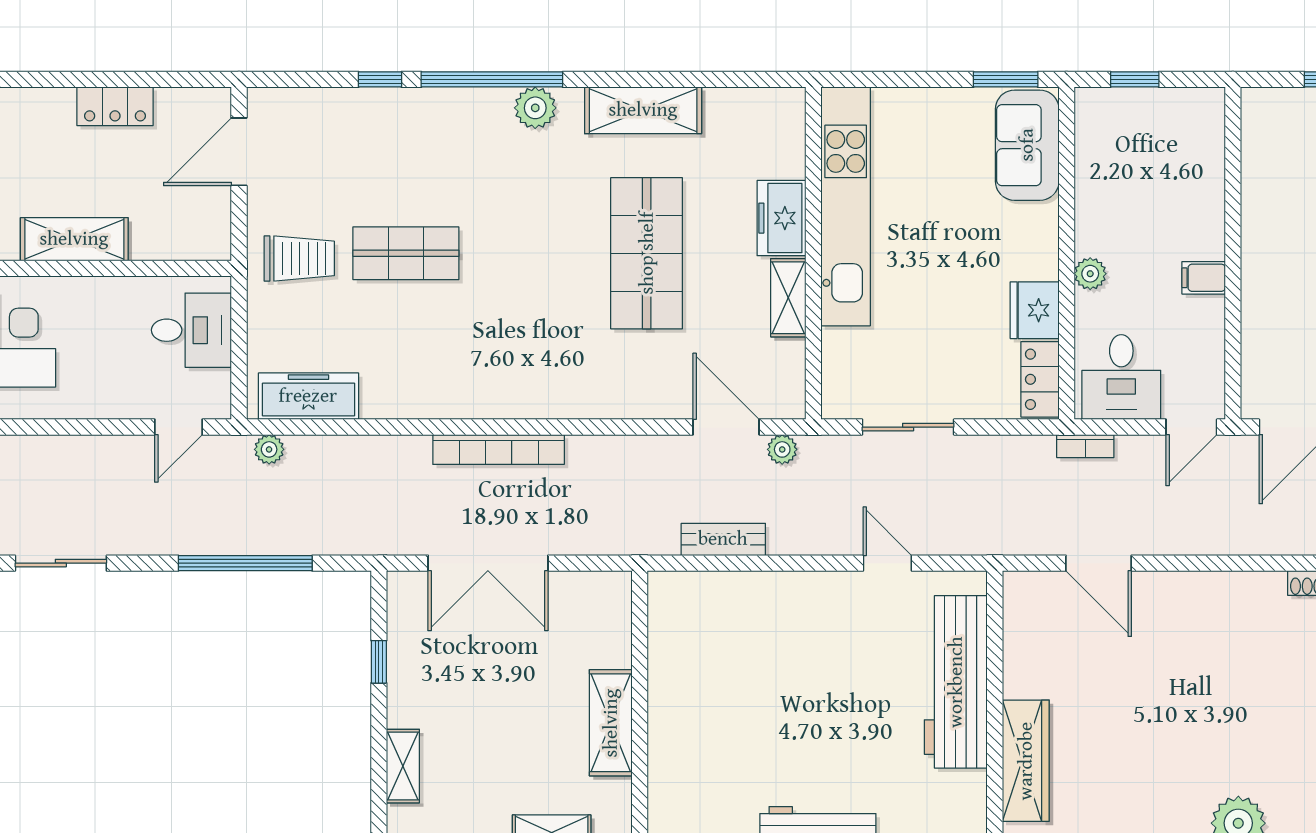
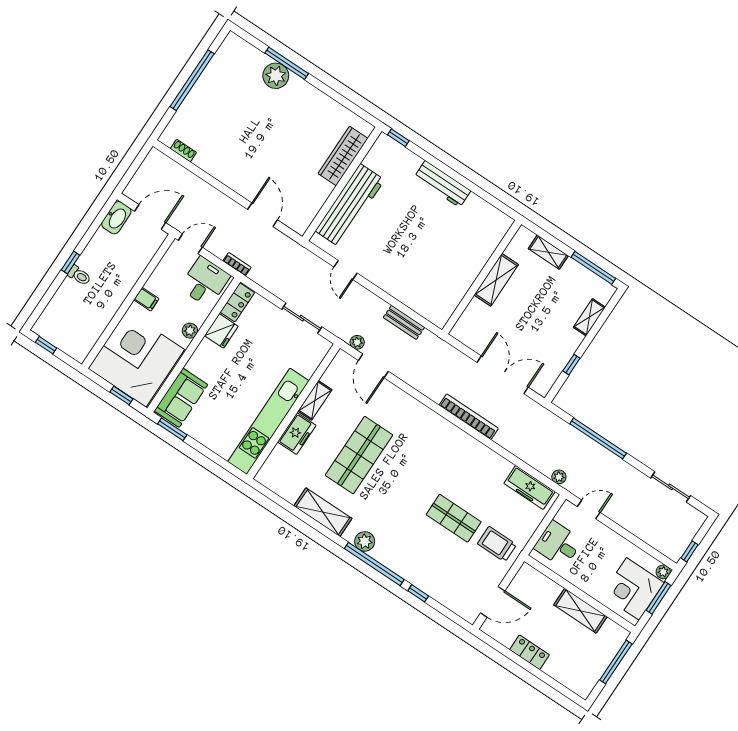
corner desk: (1151, 161) -> (136, 359), added

